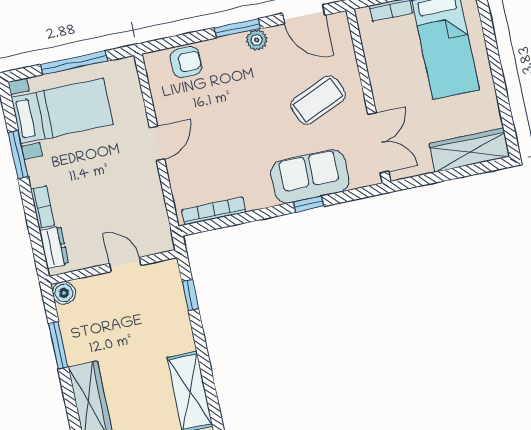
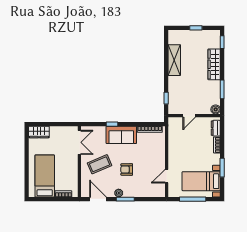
armchair: (186, 62) -> (127, 169), moved
door: (157, 143) -> (167, 176), moved
double door: (378, 143) -> (79, 142), swing flipped
wardrobe: (469, 150) -> (39, 132), width x0.67
sofa: (310, 177) -> (121, 135), moved
door: (125, 264) -> (189, 116), hinge flipped

